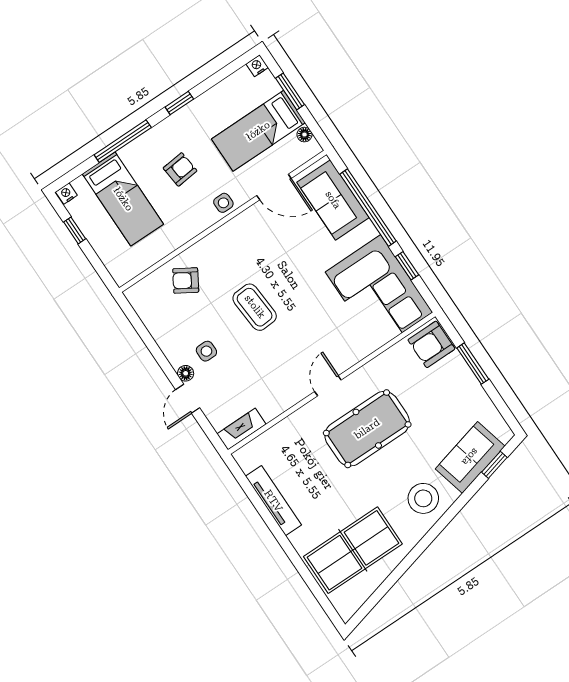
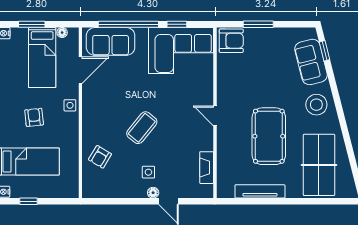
coffee table: (255, 307) -> (142, 128), turned -47
armchair: (431, 344) -> (231, 41), turned -90
fireplace: (241, 429) -> (207, 168), moved
pool table: (367, 429) -> (269, 136), moved

